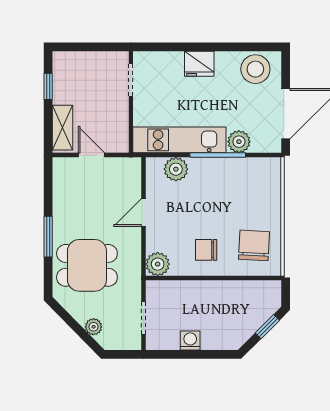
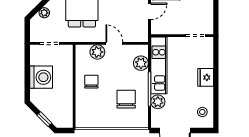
stool: (255, 69) -> (202, 112), width x0.53, depth x0.53
chair: (254, 245) -> (126, 99), moved, turned -93
plant: (158, 264) -> (97, 52), moved
washing machine: (190, 341) -> (41, 77), width x1.89, depth x1.89

